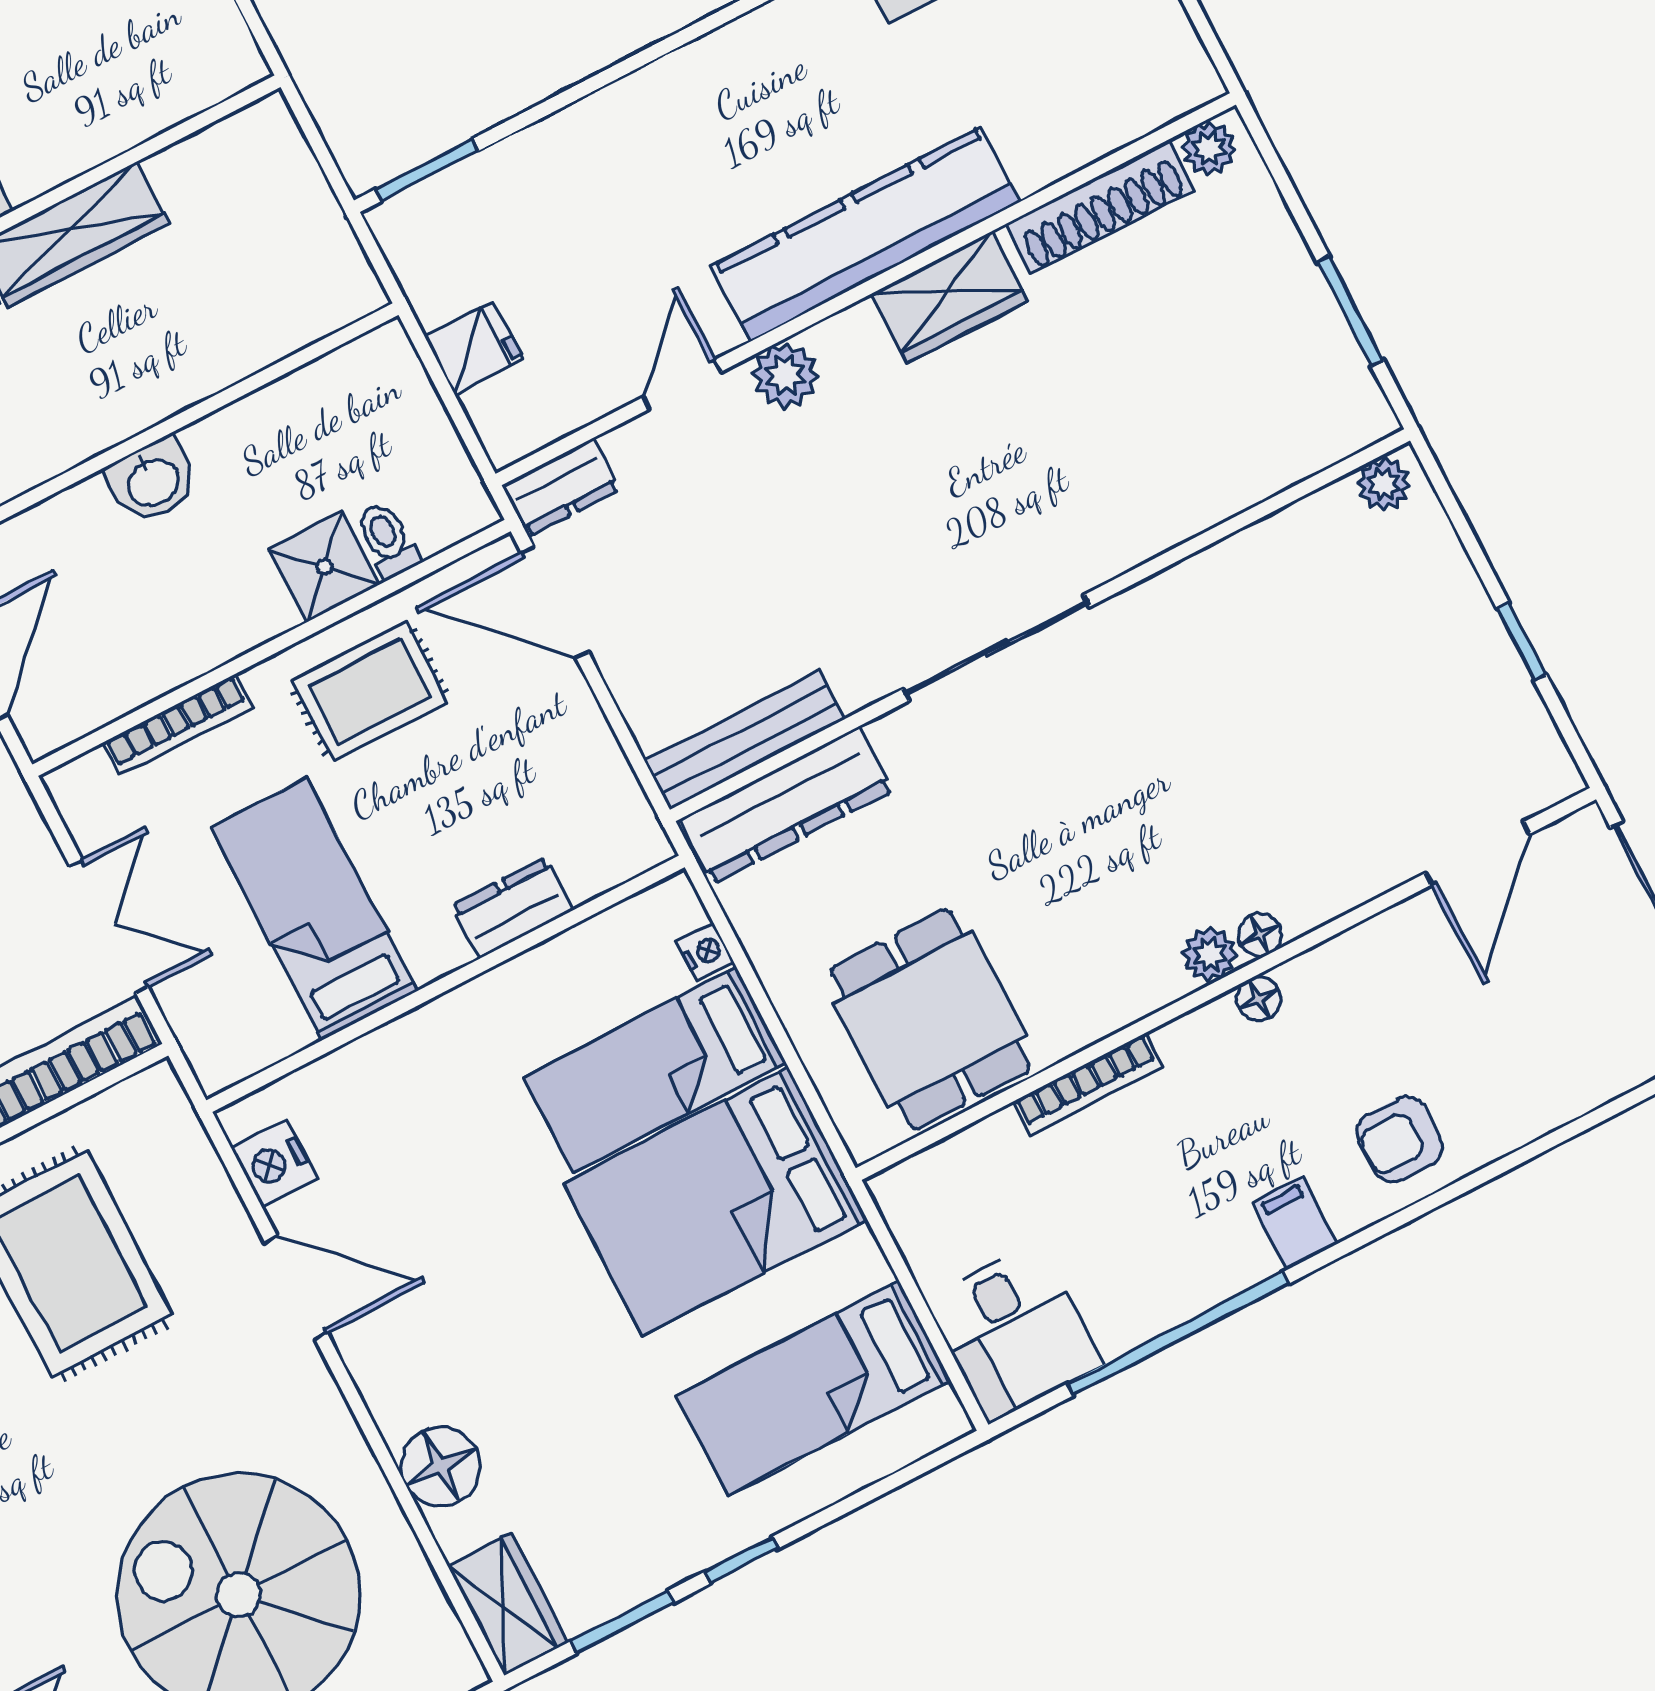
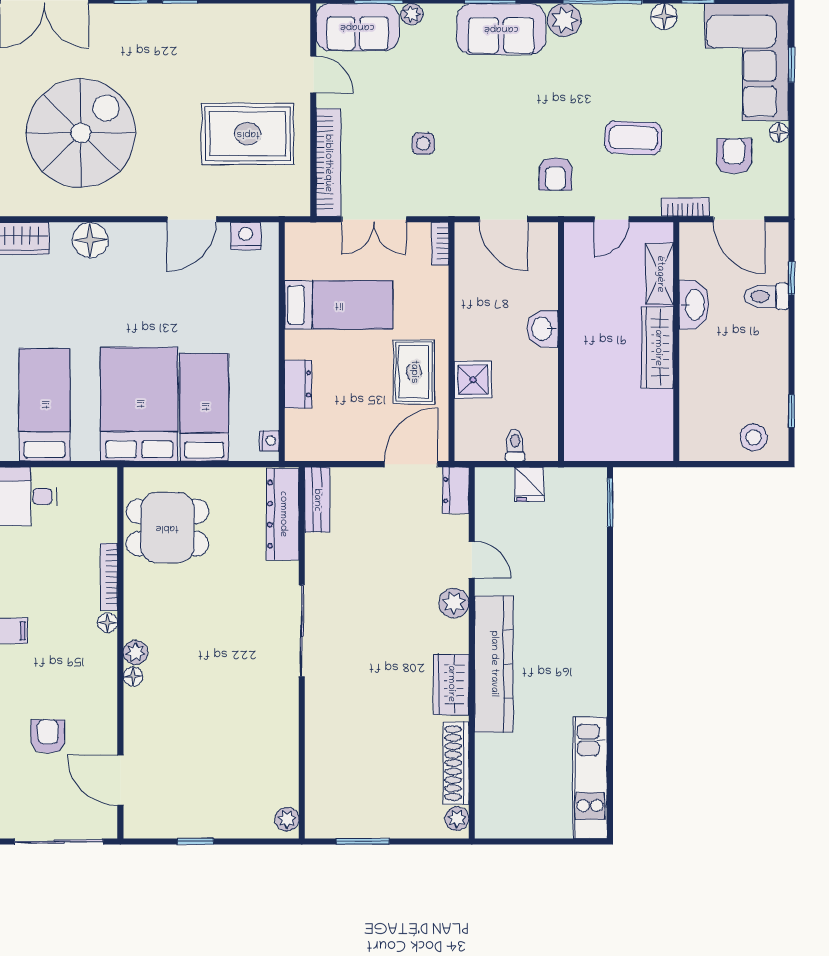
toilet: (388, 540) -> (515, 445), moved, turned -90
bookcase: (178, 725) -> (440, 244), moved, width x0.64
bench: (745, 740) -> (317, 500), width x0.73
nightstand: (705, 952) -> (269, 441), moved, turned -90
floor lamp: (1258, 999) -> (108, 623), moved
armchair: (1400, 1140) -> (48, 736), moved

